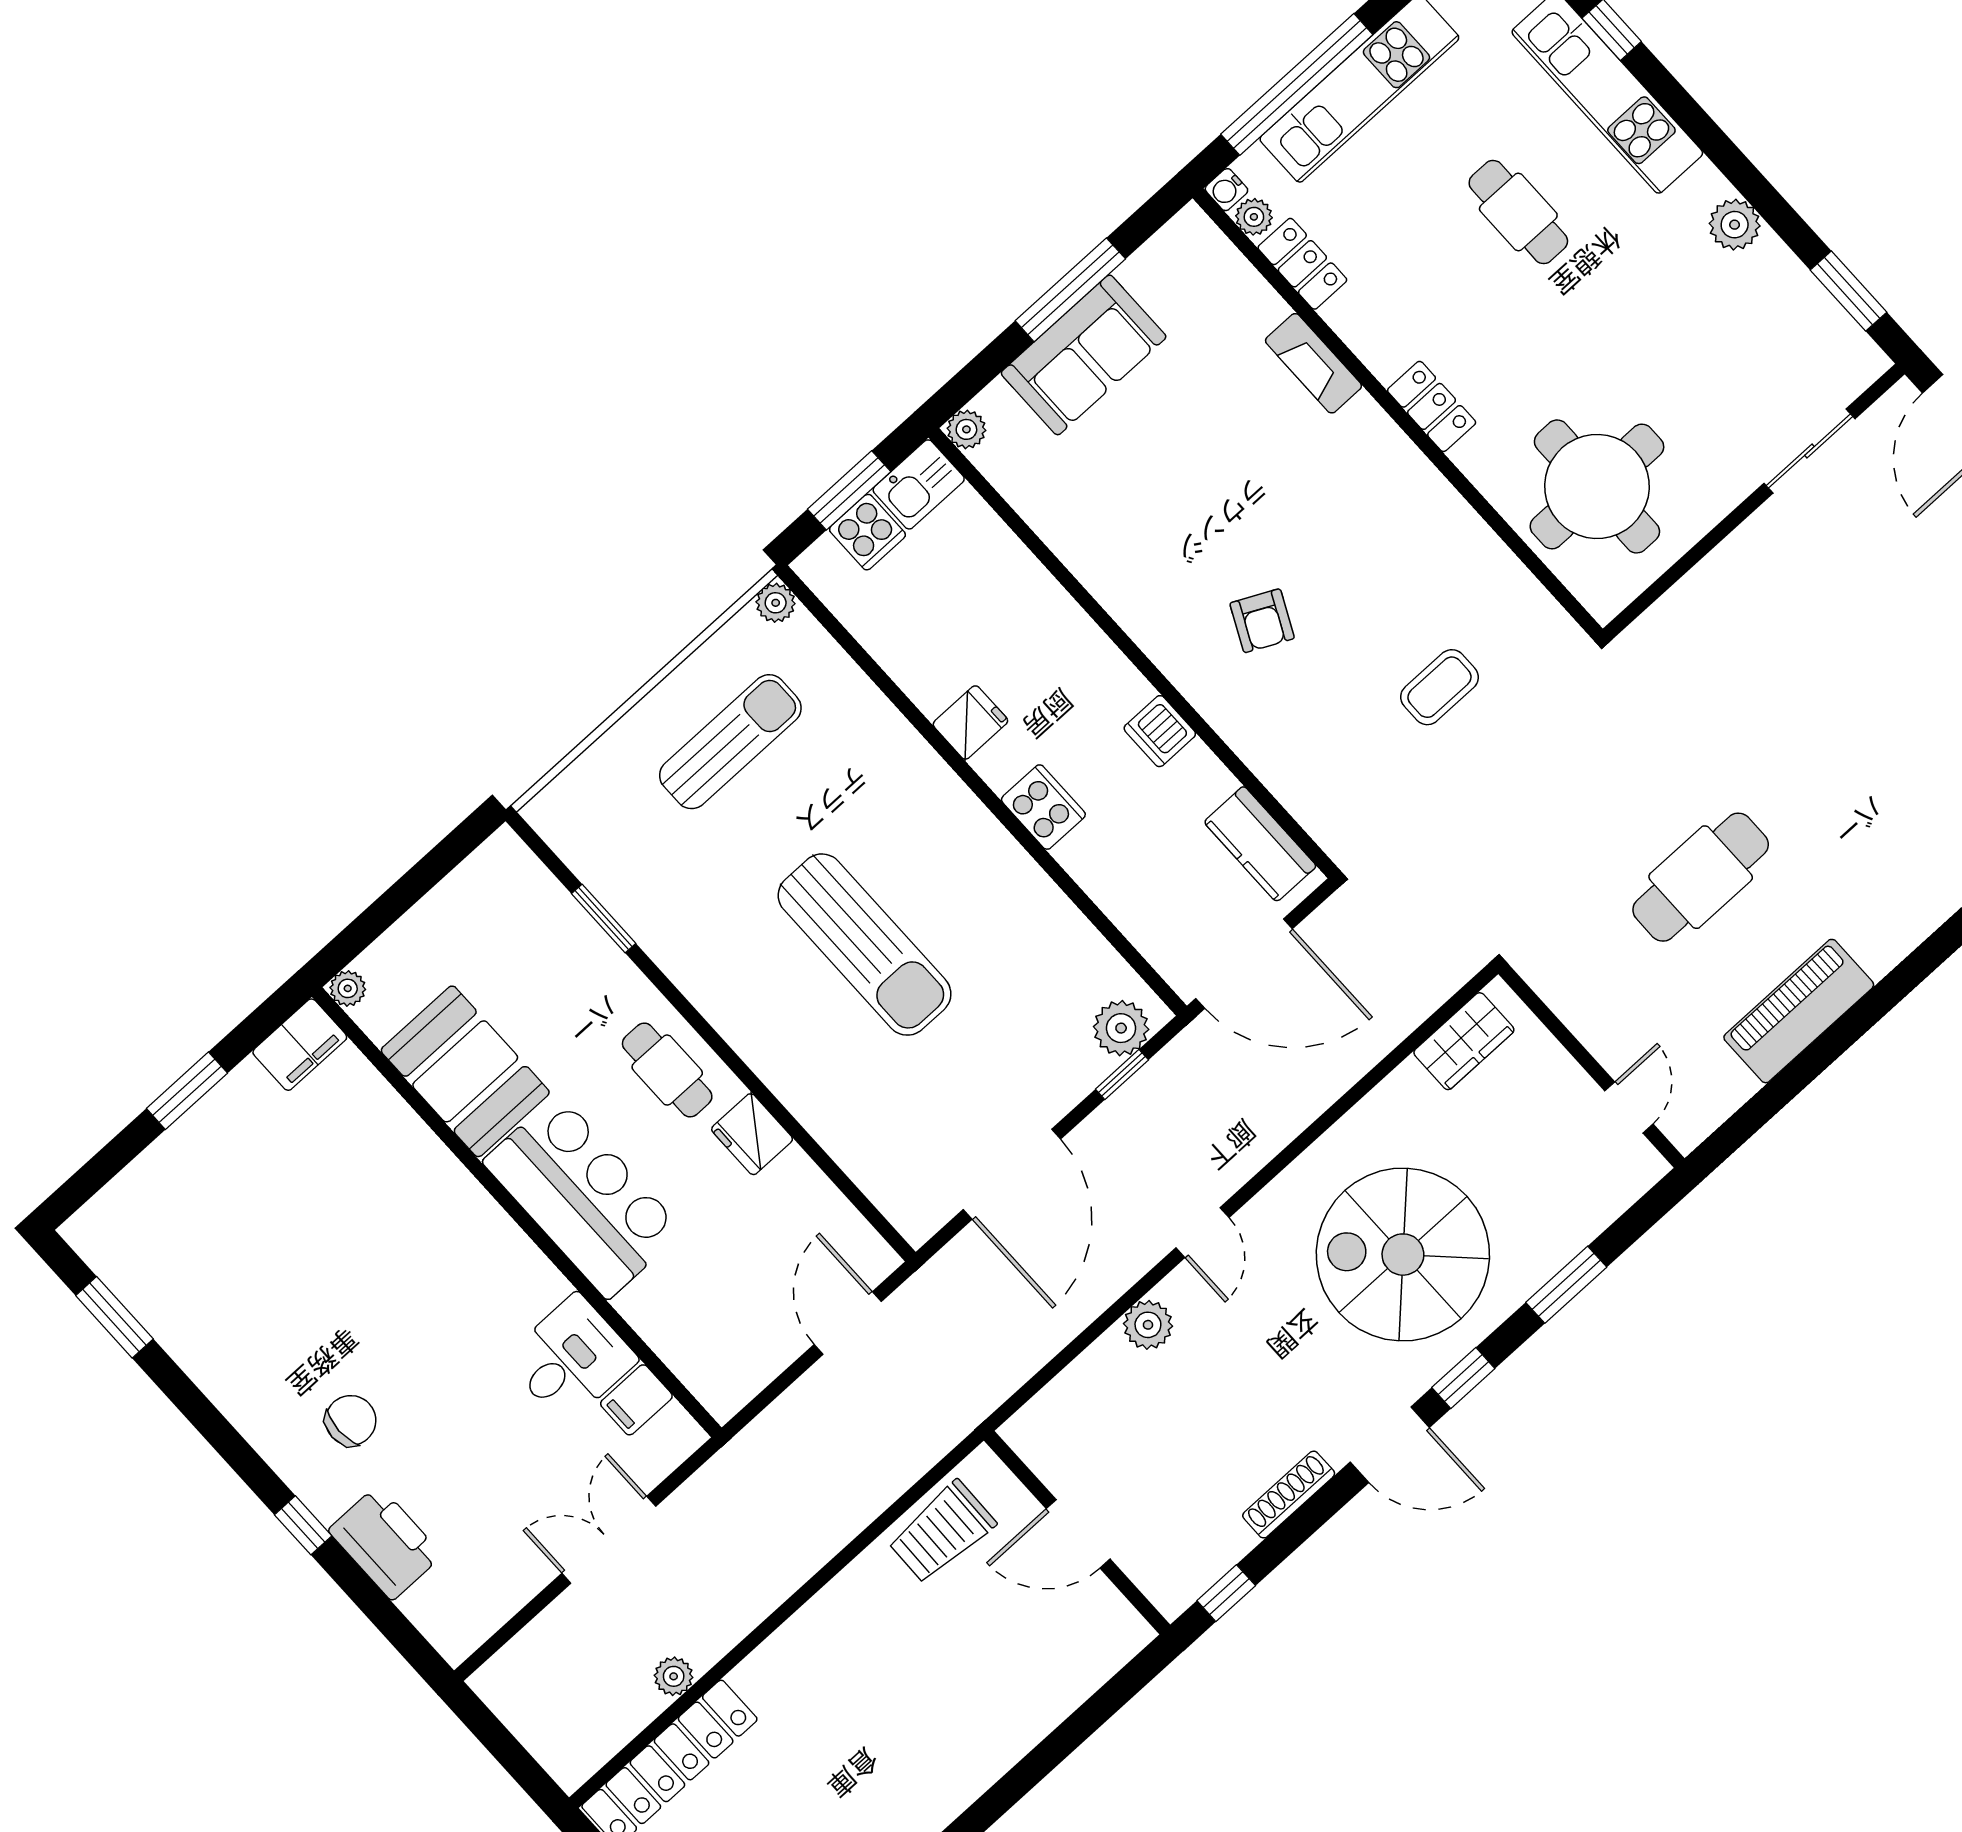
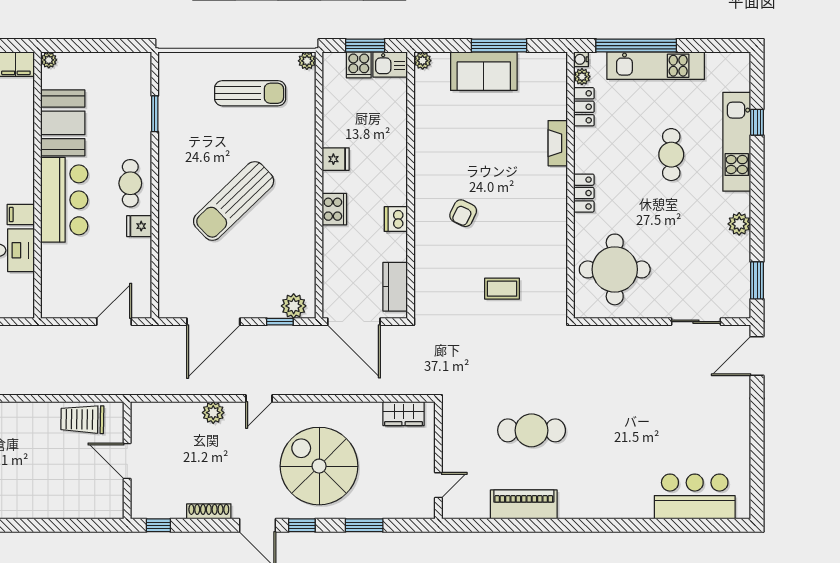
sun lounger: (865, 945) -> (234, 201), turned 46
fridge: (752, 1134) -> (139, 226), width x0.72
filing cabinet: (636, 1400) -> (21, 214), moved

